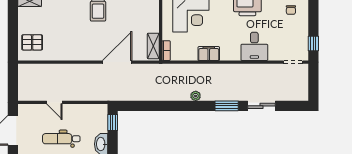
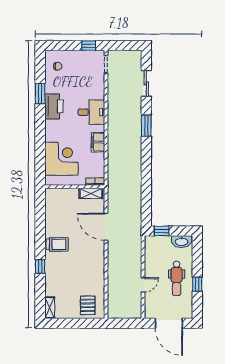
desk: (254, 46) -> (91, 112), moved
plant: (196, 96) -> (137, 154), removed
sliding door: (261, 106) -> (146, 83), moved

